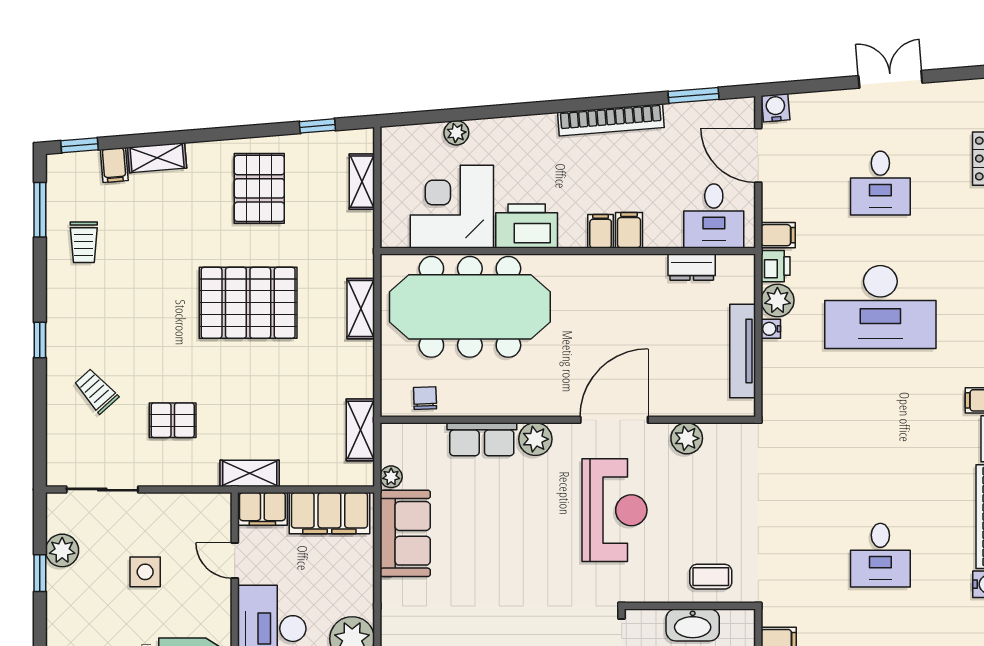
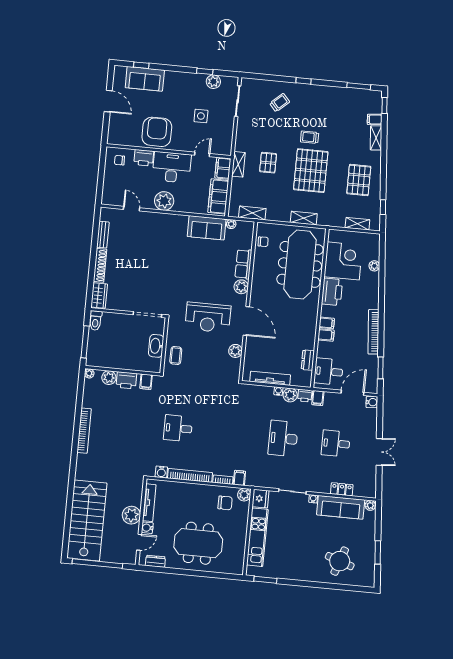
pallet: (259, 188) -> (359, 180), turned 90
trolley: (84, 242) -> (310, 137), moved
desk: (880, 307) -> (283, 438), width x0.73, depth x0.77
pallet: (173, 420) -> (268, 163), moved

